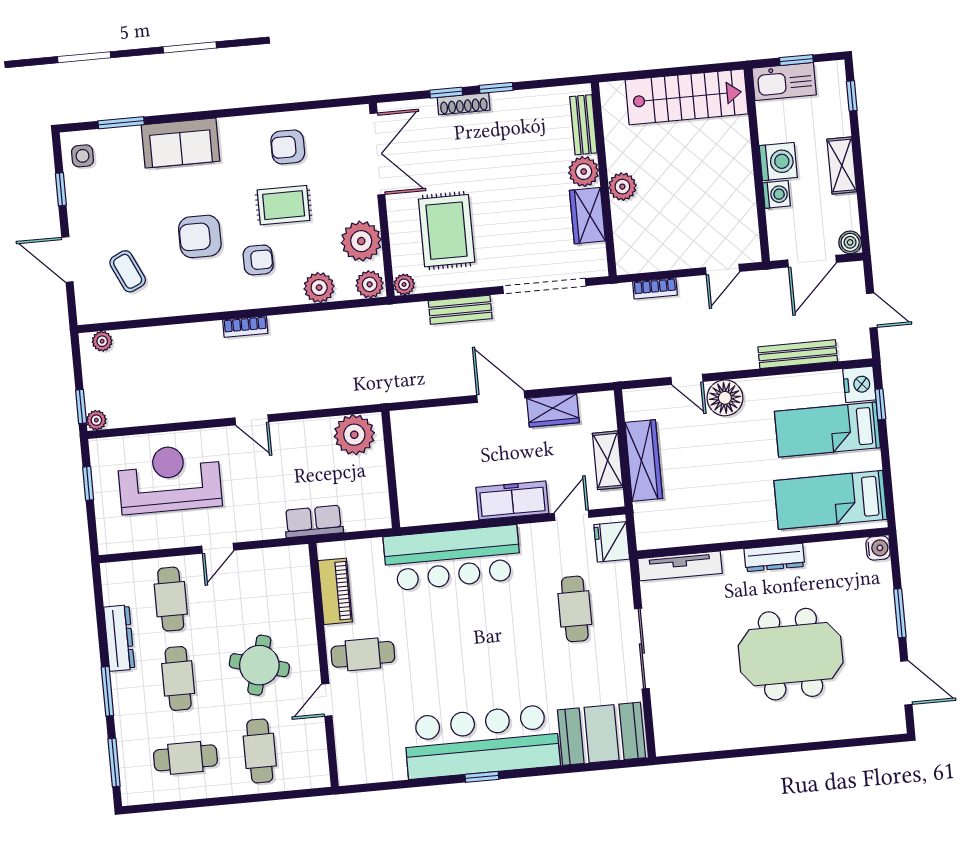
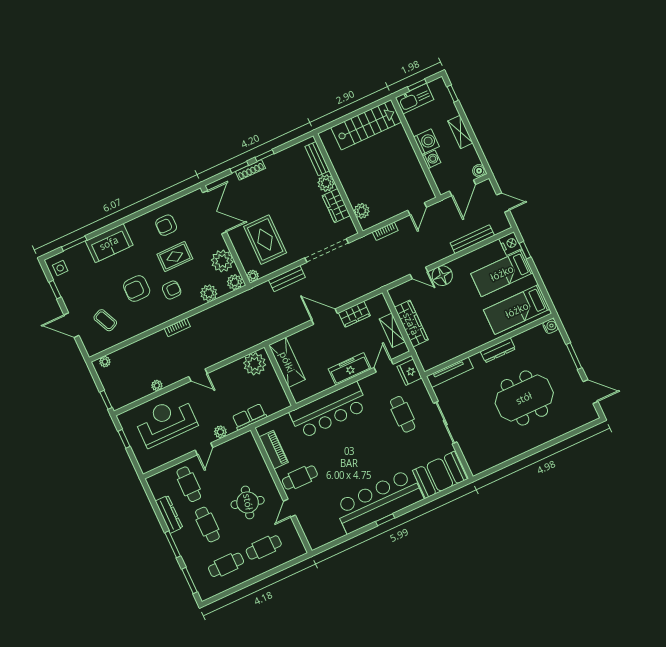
plant: (622, 187) -> (362, 211), moved
plant: (96, 420) -> (157, 386), moved
shelving: (410, 451) -> (287, 362), added
plant: (256, 529) -> (220, 432), added
cafe table: (260, 751) -> (264, 547), turned 90

